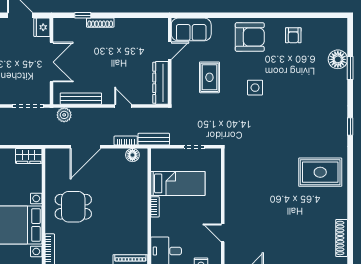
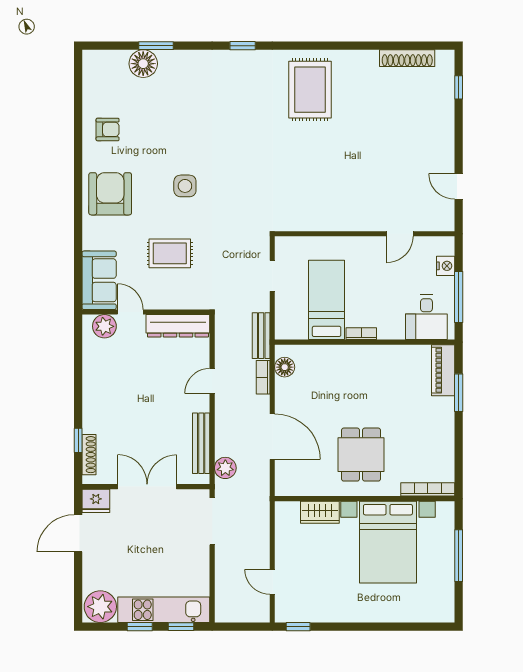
shoe rack: (100, 23) -> (89, 455), moved
plant: (160, 33) -> (104, 326), added
wardrobe: (29, 156) -> (320, 512), moved, turned 90

